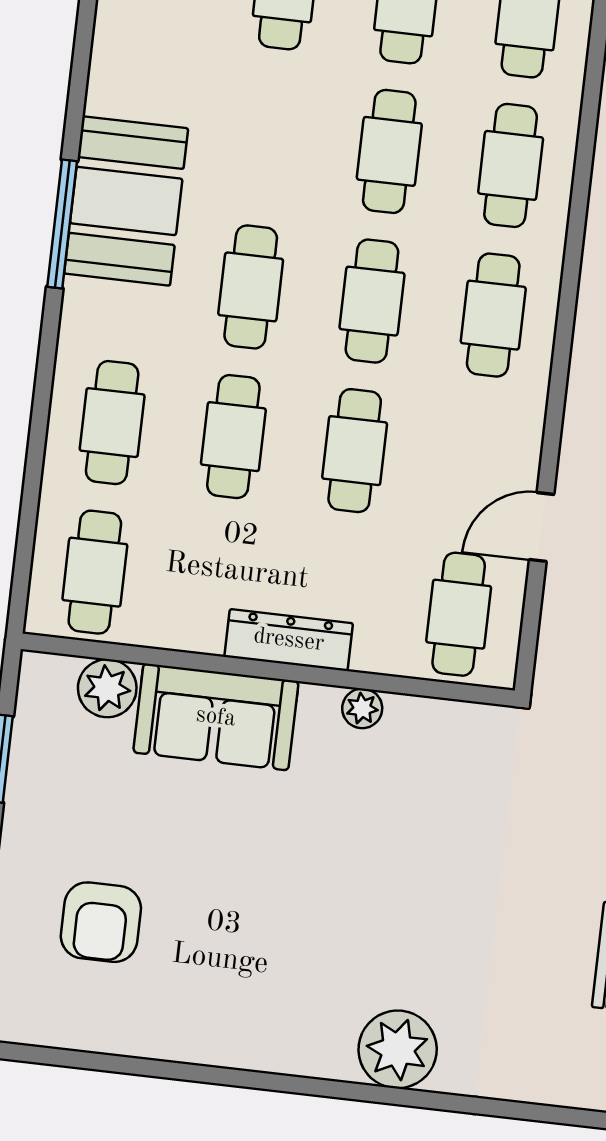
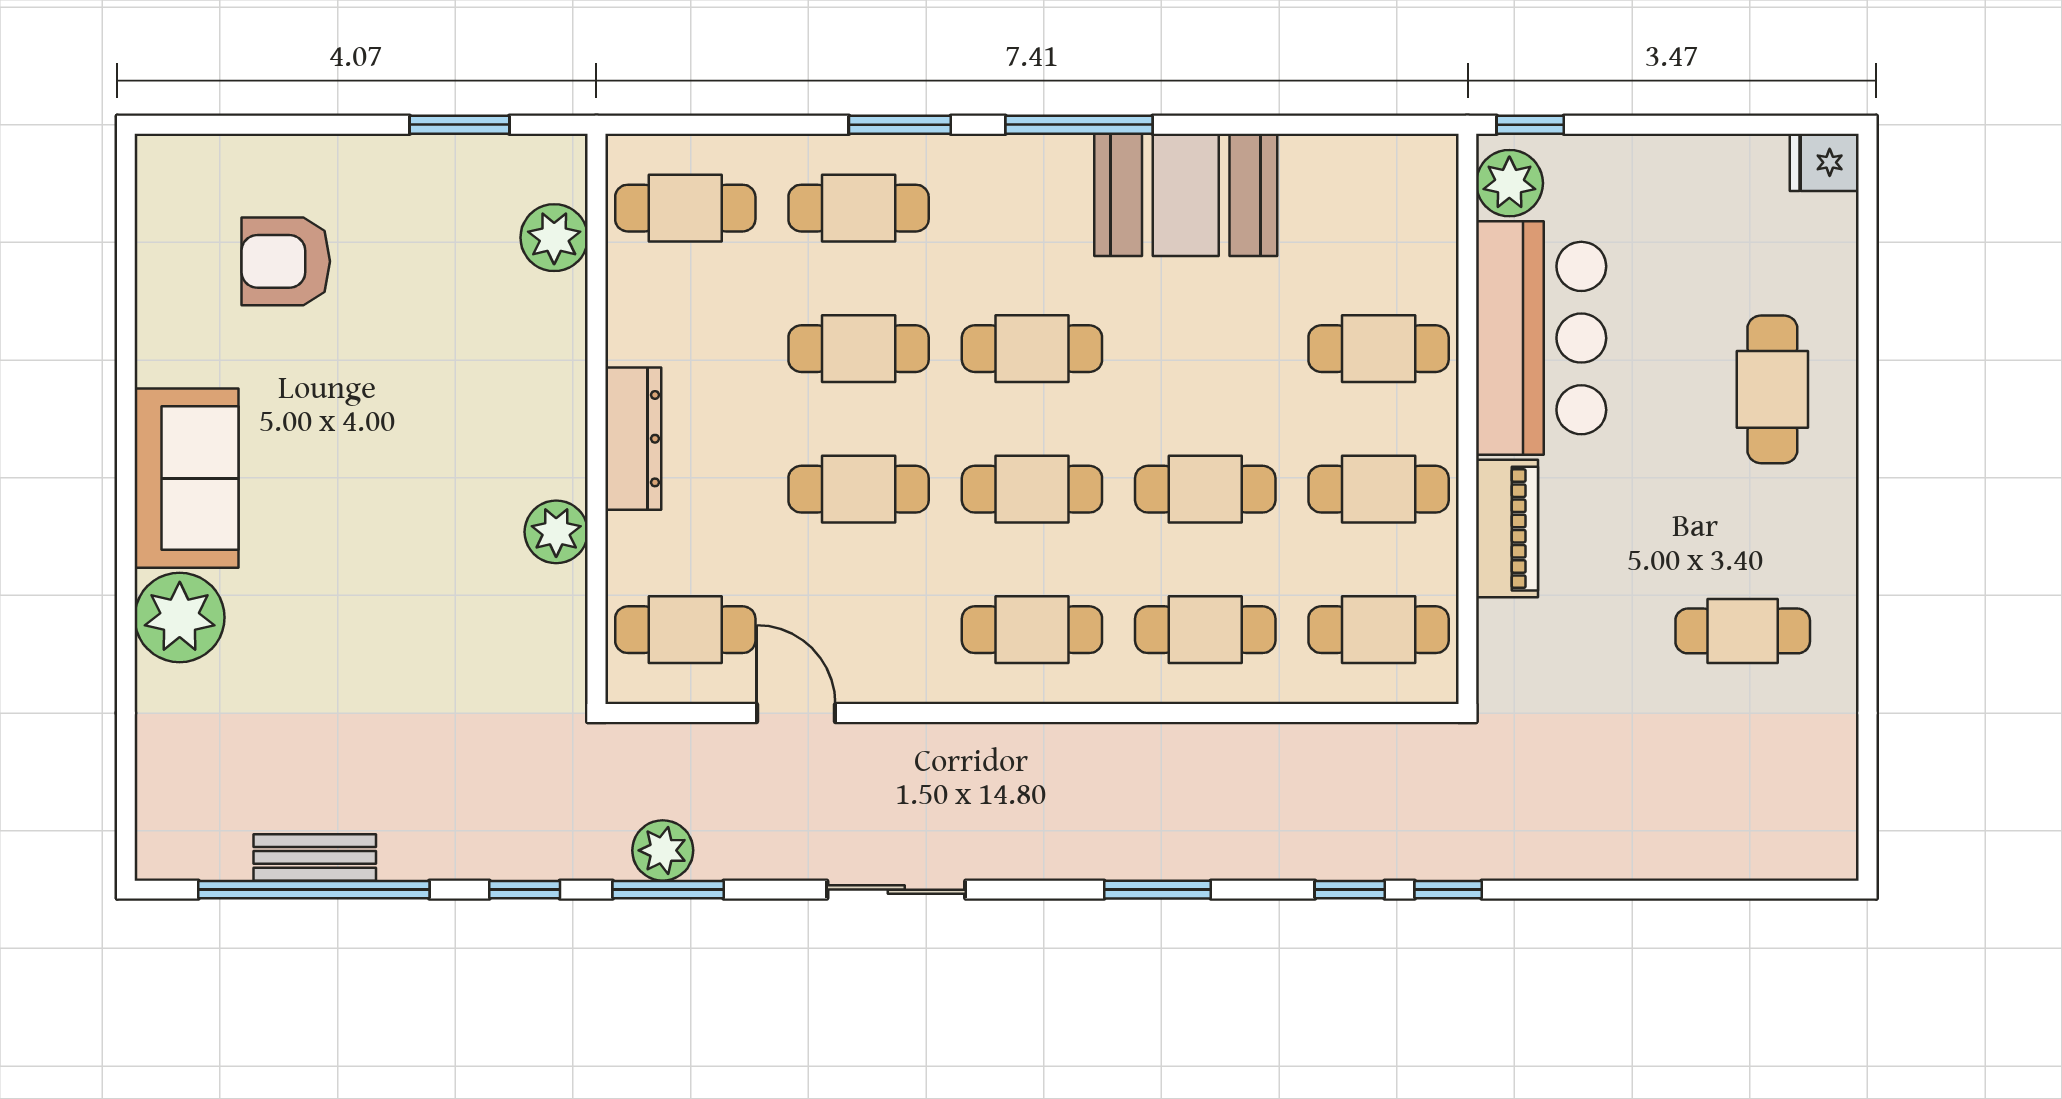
booth: (126, 201) -> (1186, 195), moved
window: (44, 379) -> (900, 125), added
plant: (362, 708) -> (556, 532), width x1.38, depth x1.38
sofa: (216, 717) -> (187, 478), moved, turned 180

